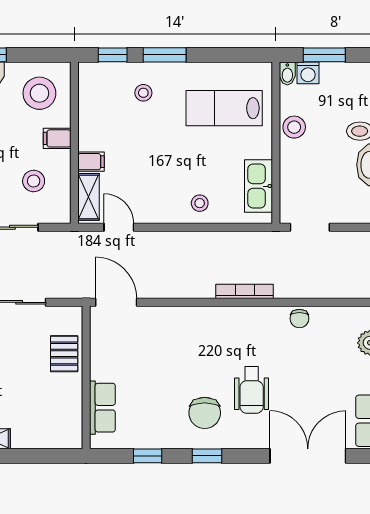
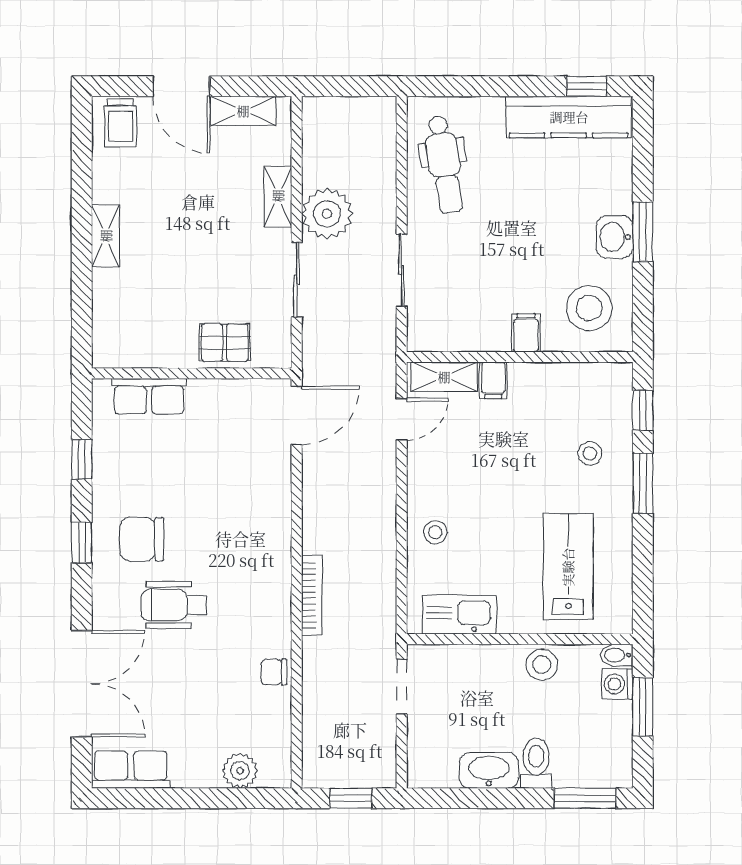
stool: (34, 181) -> (466, 300), removed

